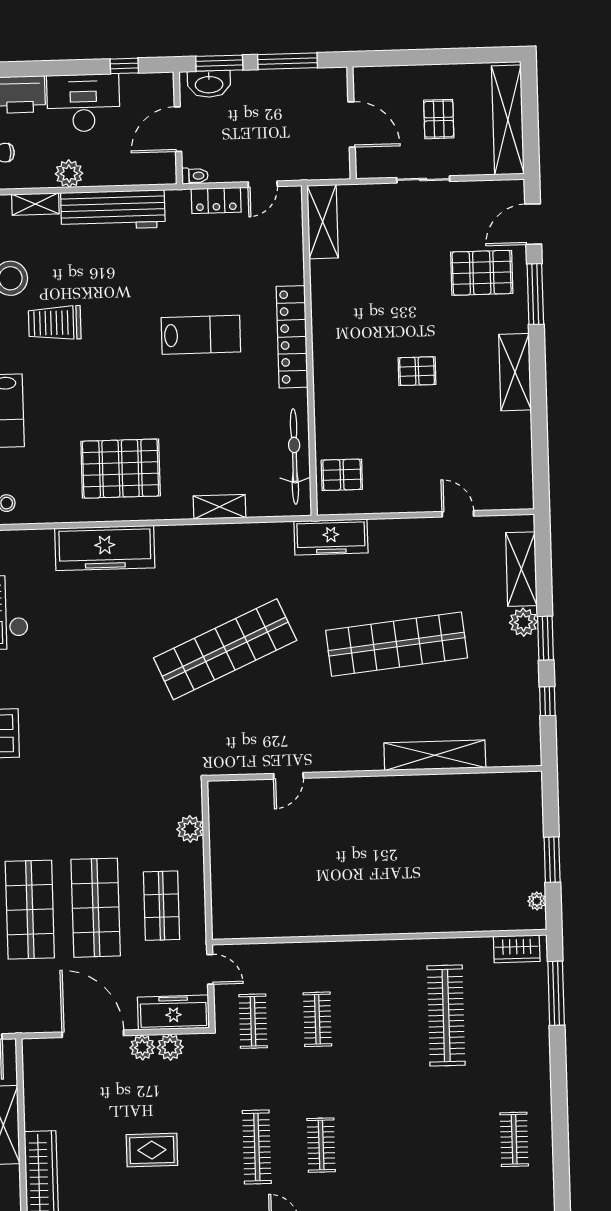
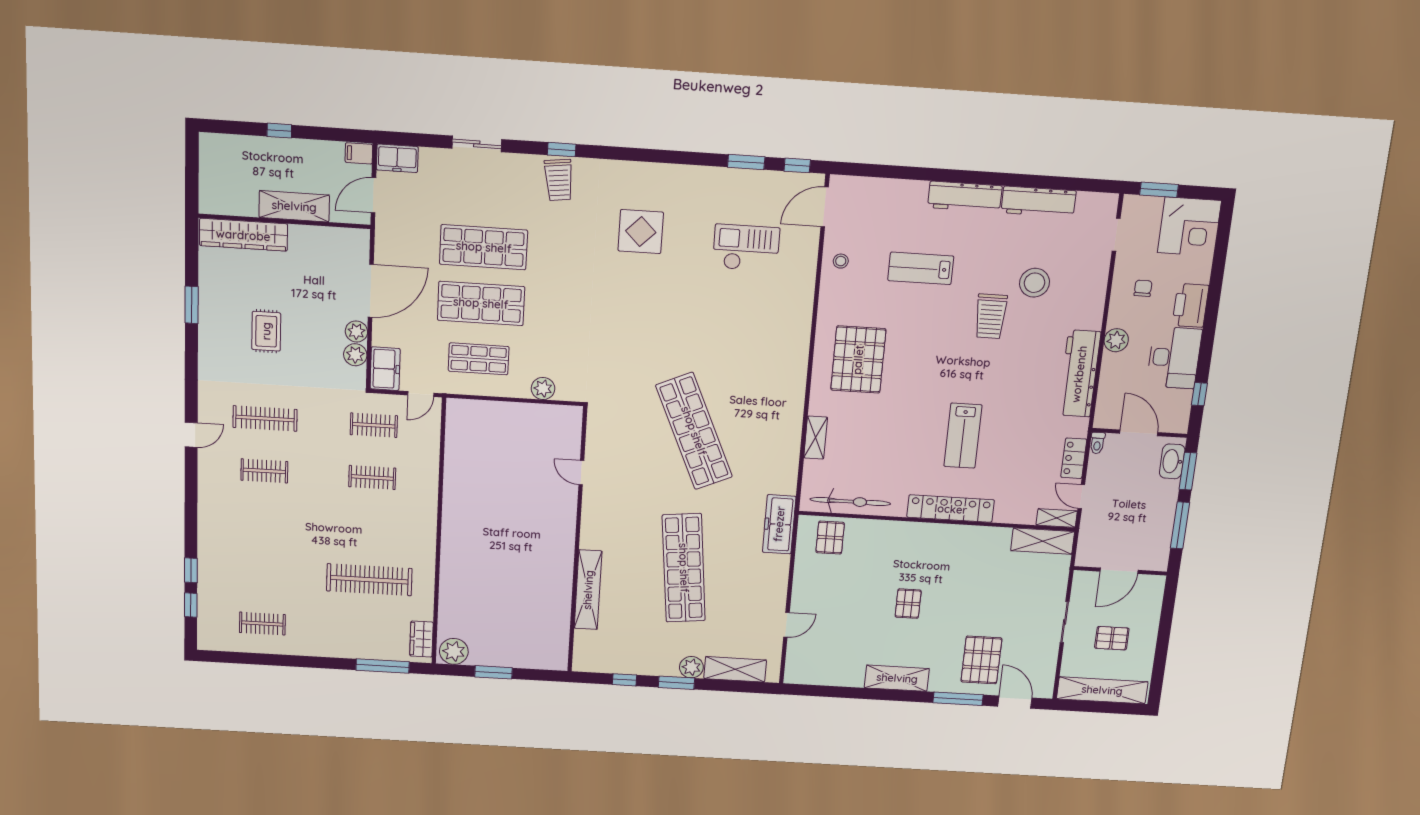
shelving: (35, 204) -> (1057, 518), moved, turned 90
trolley: (55, 323) -> (991, 316), turned 180
freezer: (105, 548) -> (792, 340), removed
plant: (537, 901) -> (454, 651), width x1.87, depth x1.87
freezer: (173, 1012) -> (385, 369), width x0.71

